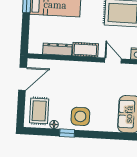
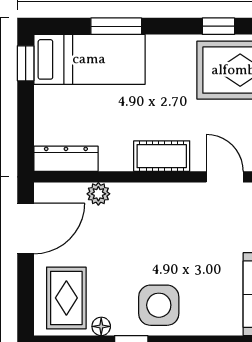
dresser: (57, 49) -> (66, 159), moved
plant: (56, 65) -> (98, 194), added

